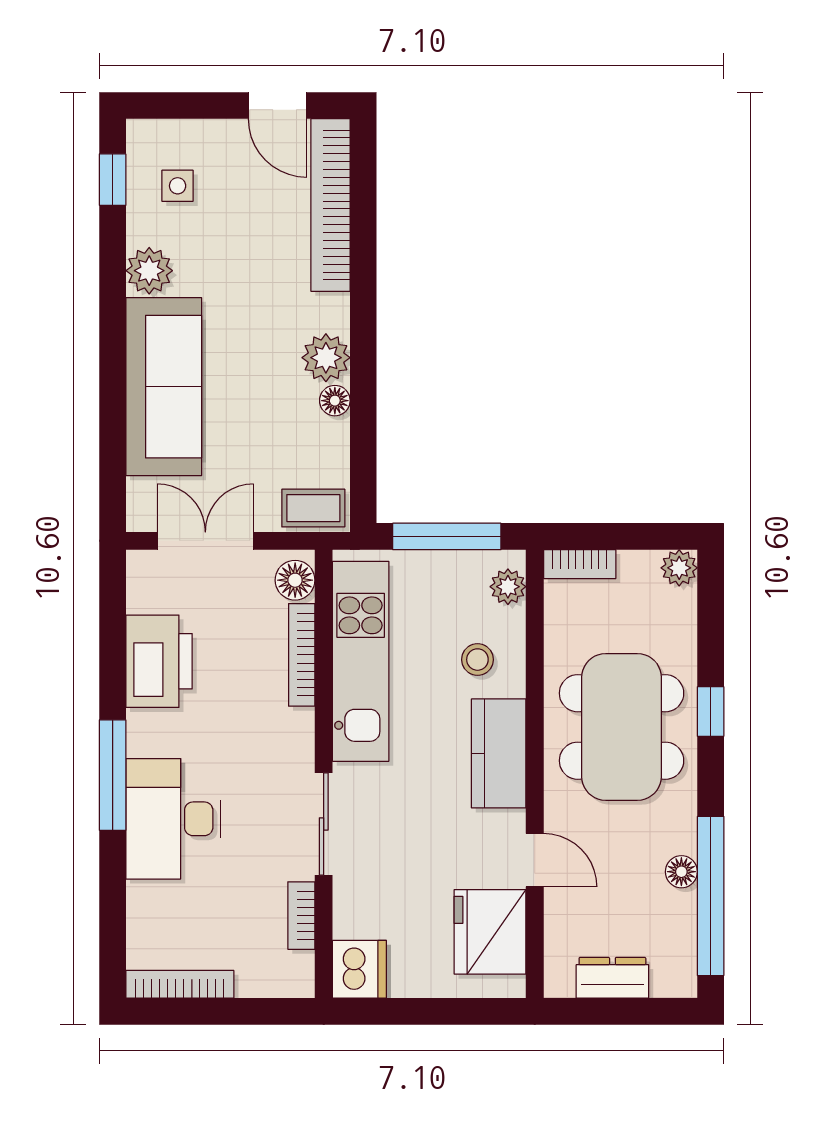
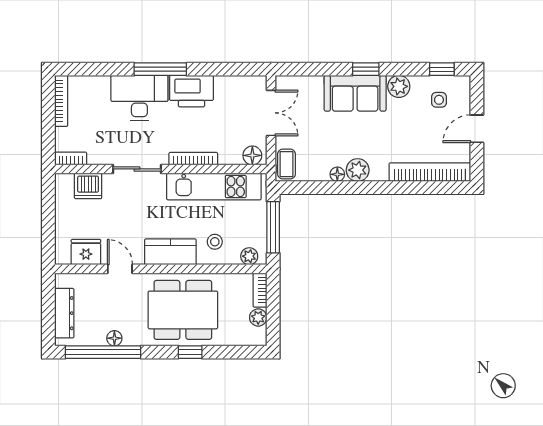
door: (278, 106) -> (477, 129), moved
window: (113, 340) -> (366, 69), added
sofa: (164, 387) -> (355, 93), width x0.73
plant: (679, 568) -> (258, 317), moved
bookcase: (302, 655) -> (193, 159), moved
printer: (159, 661) -> (191, 91), moved
door: (535, 860) -> (120, 269), swing flipped
bookcase: (301, 916) -> (71, 158), moved
fridge: (490, 932) -> (86, 252), width x0.73, depth x0.75
dishwasher: (359, 969) -> (88, 186), moved
dresser: (612, 978) -> (64, 313), width x1.44

